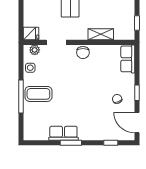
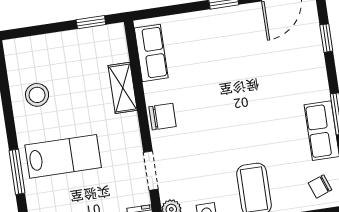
row of seats: (128, 59) -> (151, 53), moved, turned -90
chair: (117, 99) -> (320, 186), moved

